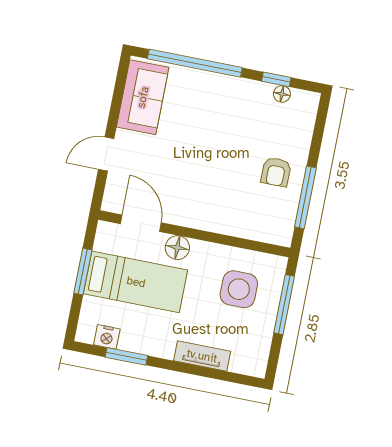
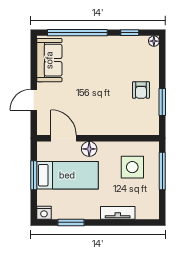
floor lamp: (282, 94) -> (154, 41), moved
window: (305, 197) -> (162, 102), width x0.69
nightstand: (107, 337) -> (44, 213), moved

